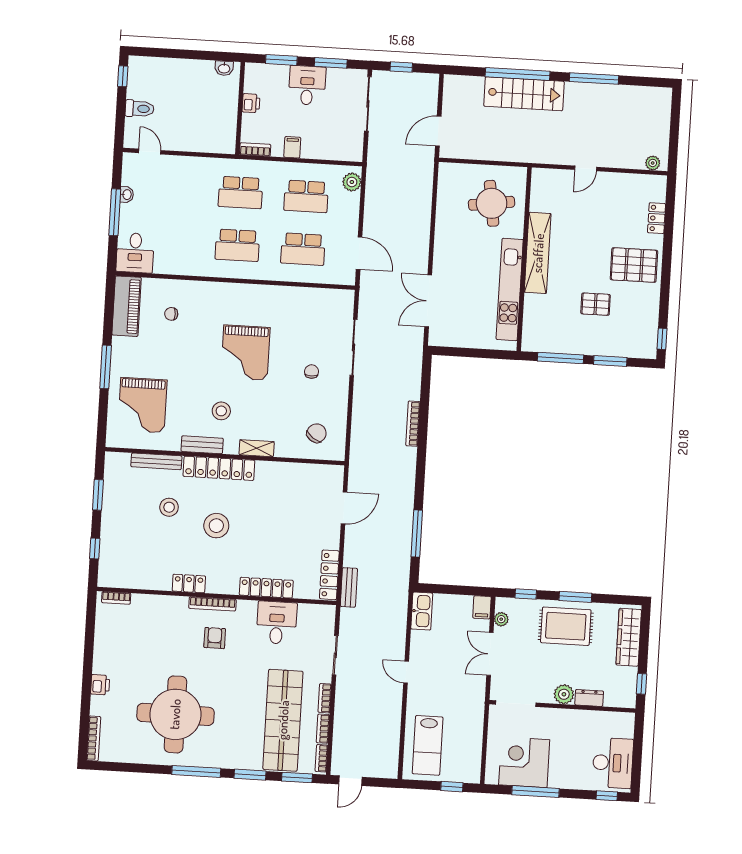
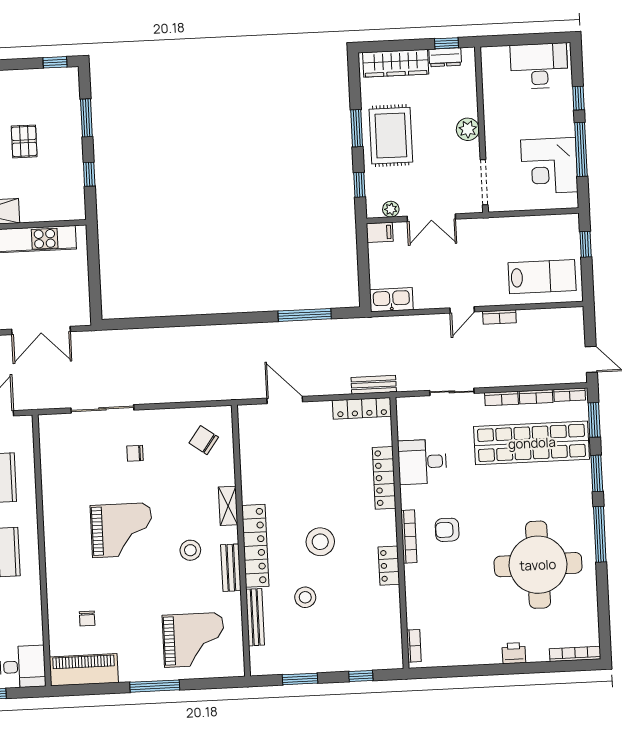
window: (561, 358) -> (89, 174), width x0.46
bookcase: (413, 424) -> (499, 317), moved, width x0.64
dresser: (589, 698) -> (445, 57), moved, turned -90
window: (607, 796) -> (578, 98), moved

